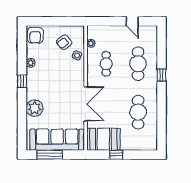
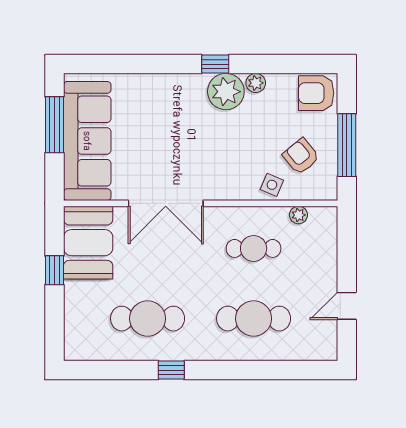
window: (59, 21) -> (347, 145), added
window: (162, 75) -> (171, 370), moved
plant: (35, 108) -> (226, 92), moved

